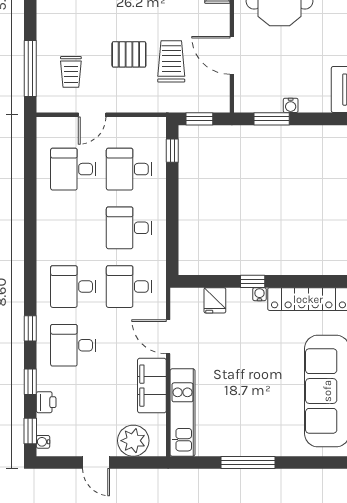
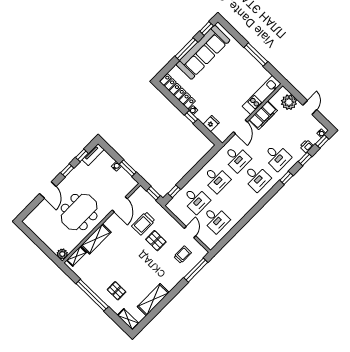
door: (92, 115) -> (190, 232), hinge flipped

